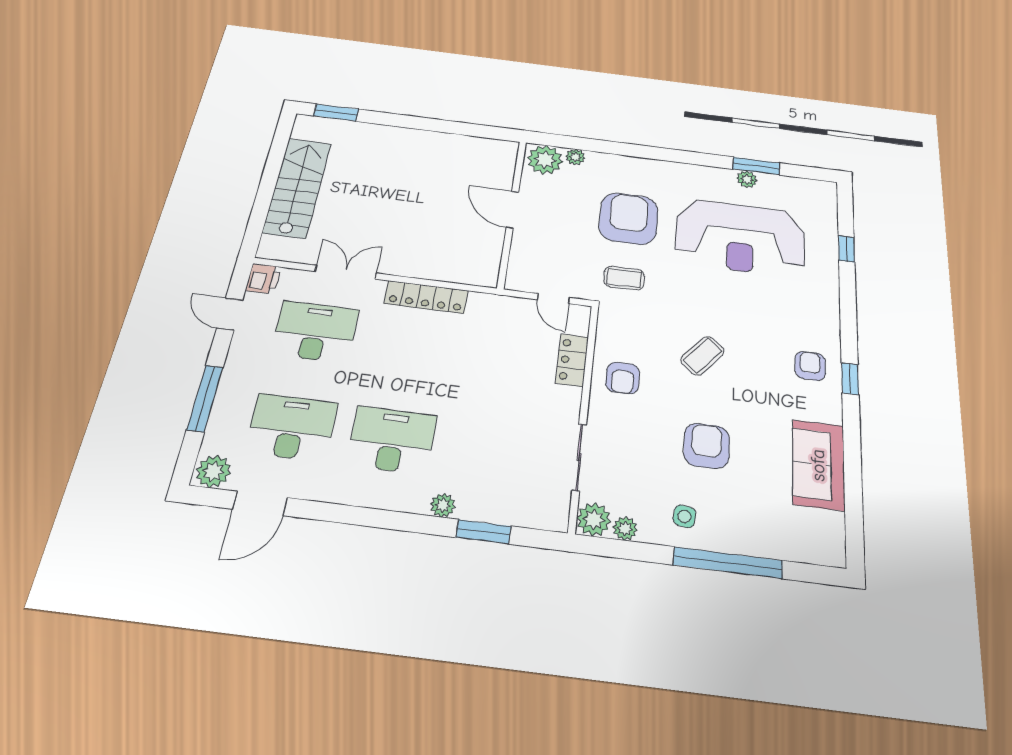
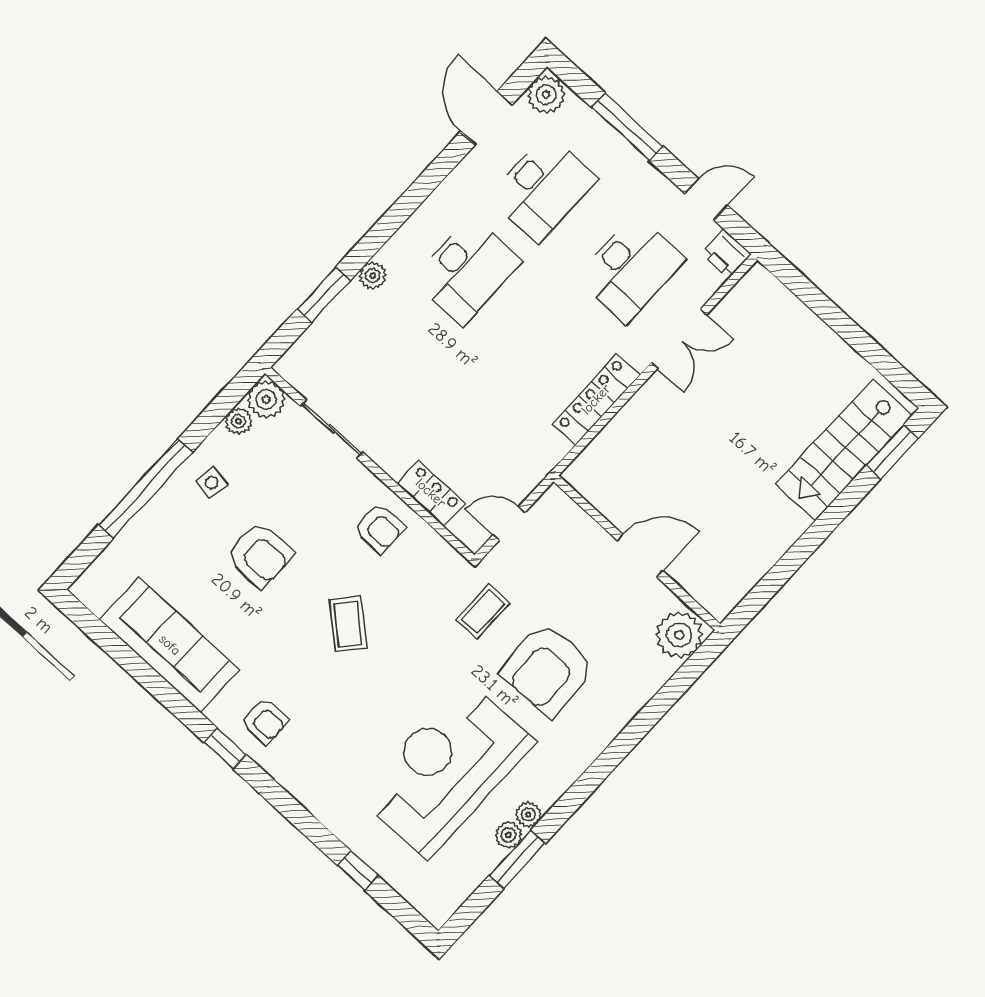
plant: (575, 157) -> (528, 814), moved
stairs: (297, 187) -> (844, 450), moved, turned 90
armchair: (629, 219) -> (548, 669), turned 88
armchair: (623, 378) -> (379, 528), turned 180
sofa: (818, 465) -> (170, 645), width x1.36

